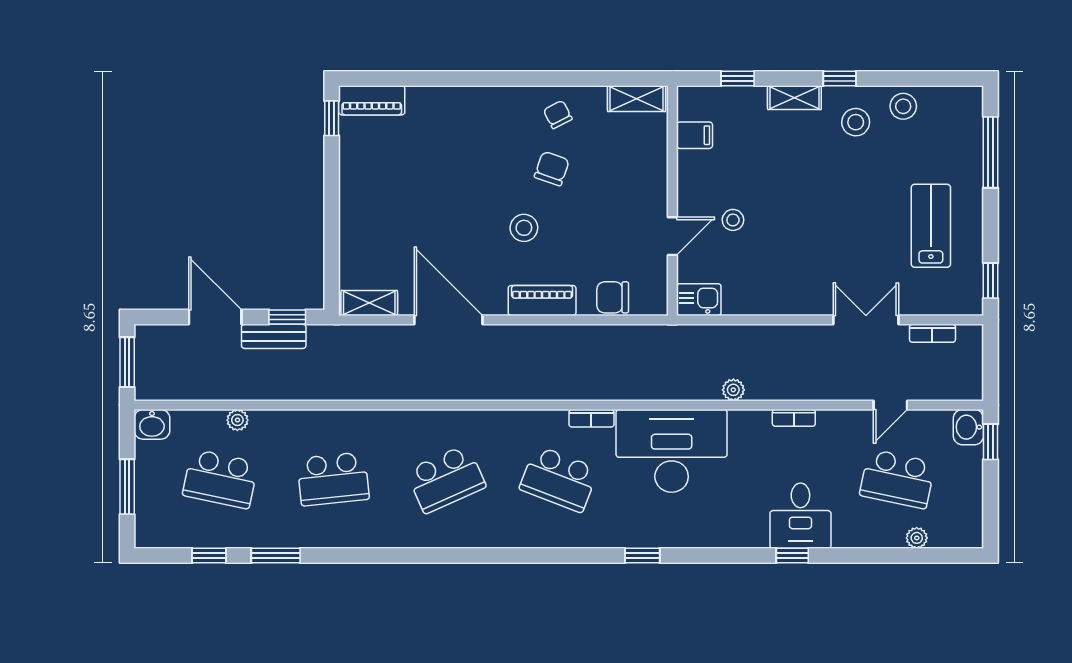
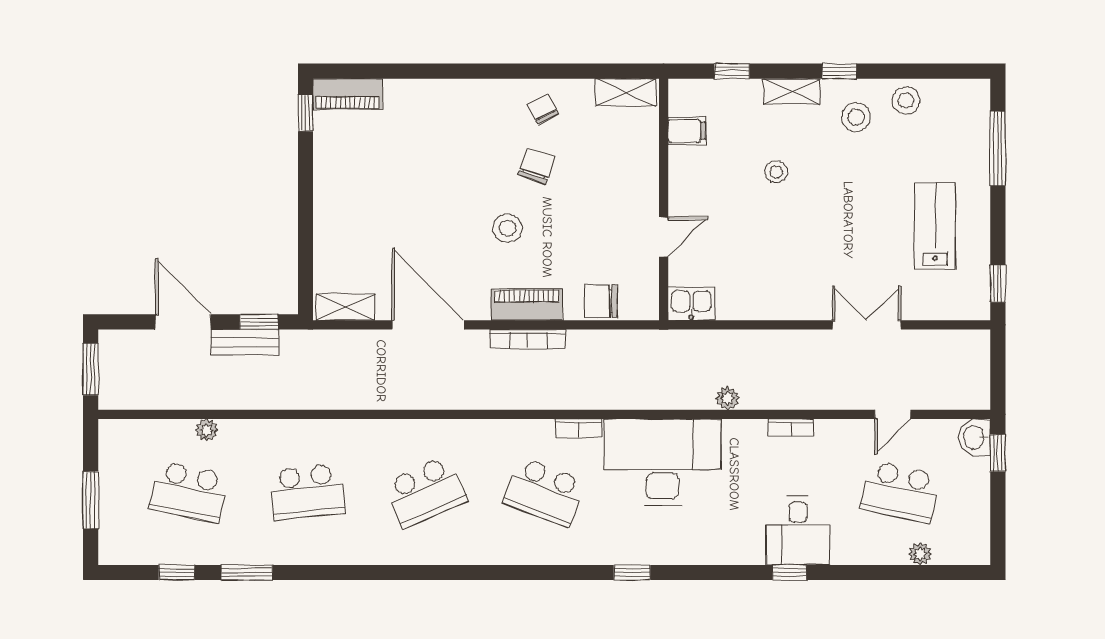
stool: (733, 220) -> (776, 172), moved
bookcase: (932, 333) -> (528, 339), moved, width x1.56
washbasin: (152, 424) -> (117, 435), removed

